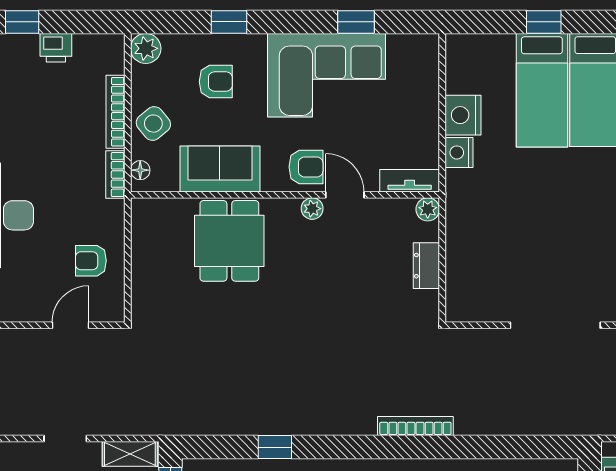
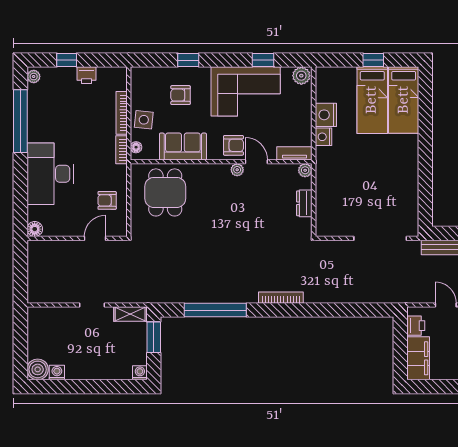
plant: (146, 48) -> (301, 76), moved
armchair: (216, 82) -> (180, 95), turned 180
side table: (153, 124) -> (144, 120), turned 45
dining table: (229, 241) -> (165, 192), moved
bookcase: (415, 426) -> (281, 298), moved
window: (275, 447) -> (215, 310), width x3.17

